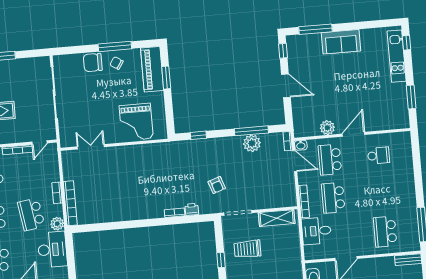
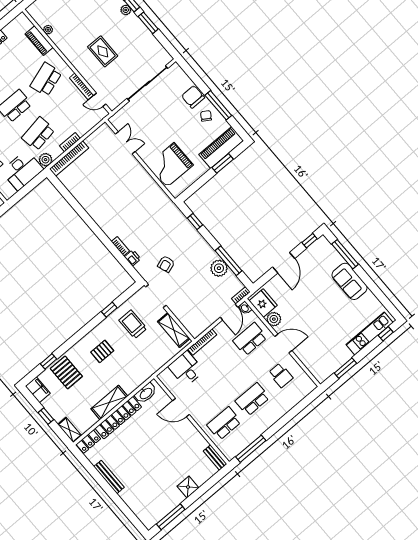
fridge: (308, 127) -> (263, 303), added
school desk: (333, 198) -> (252, 399), moved

